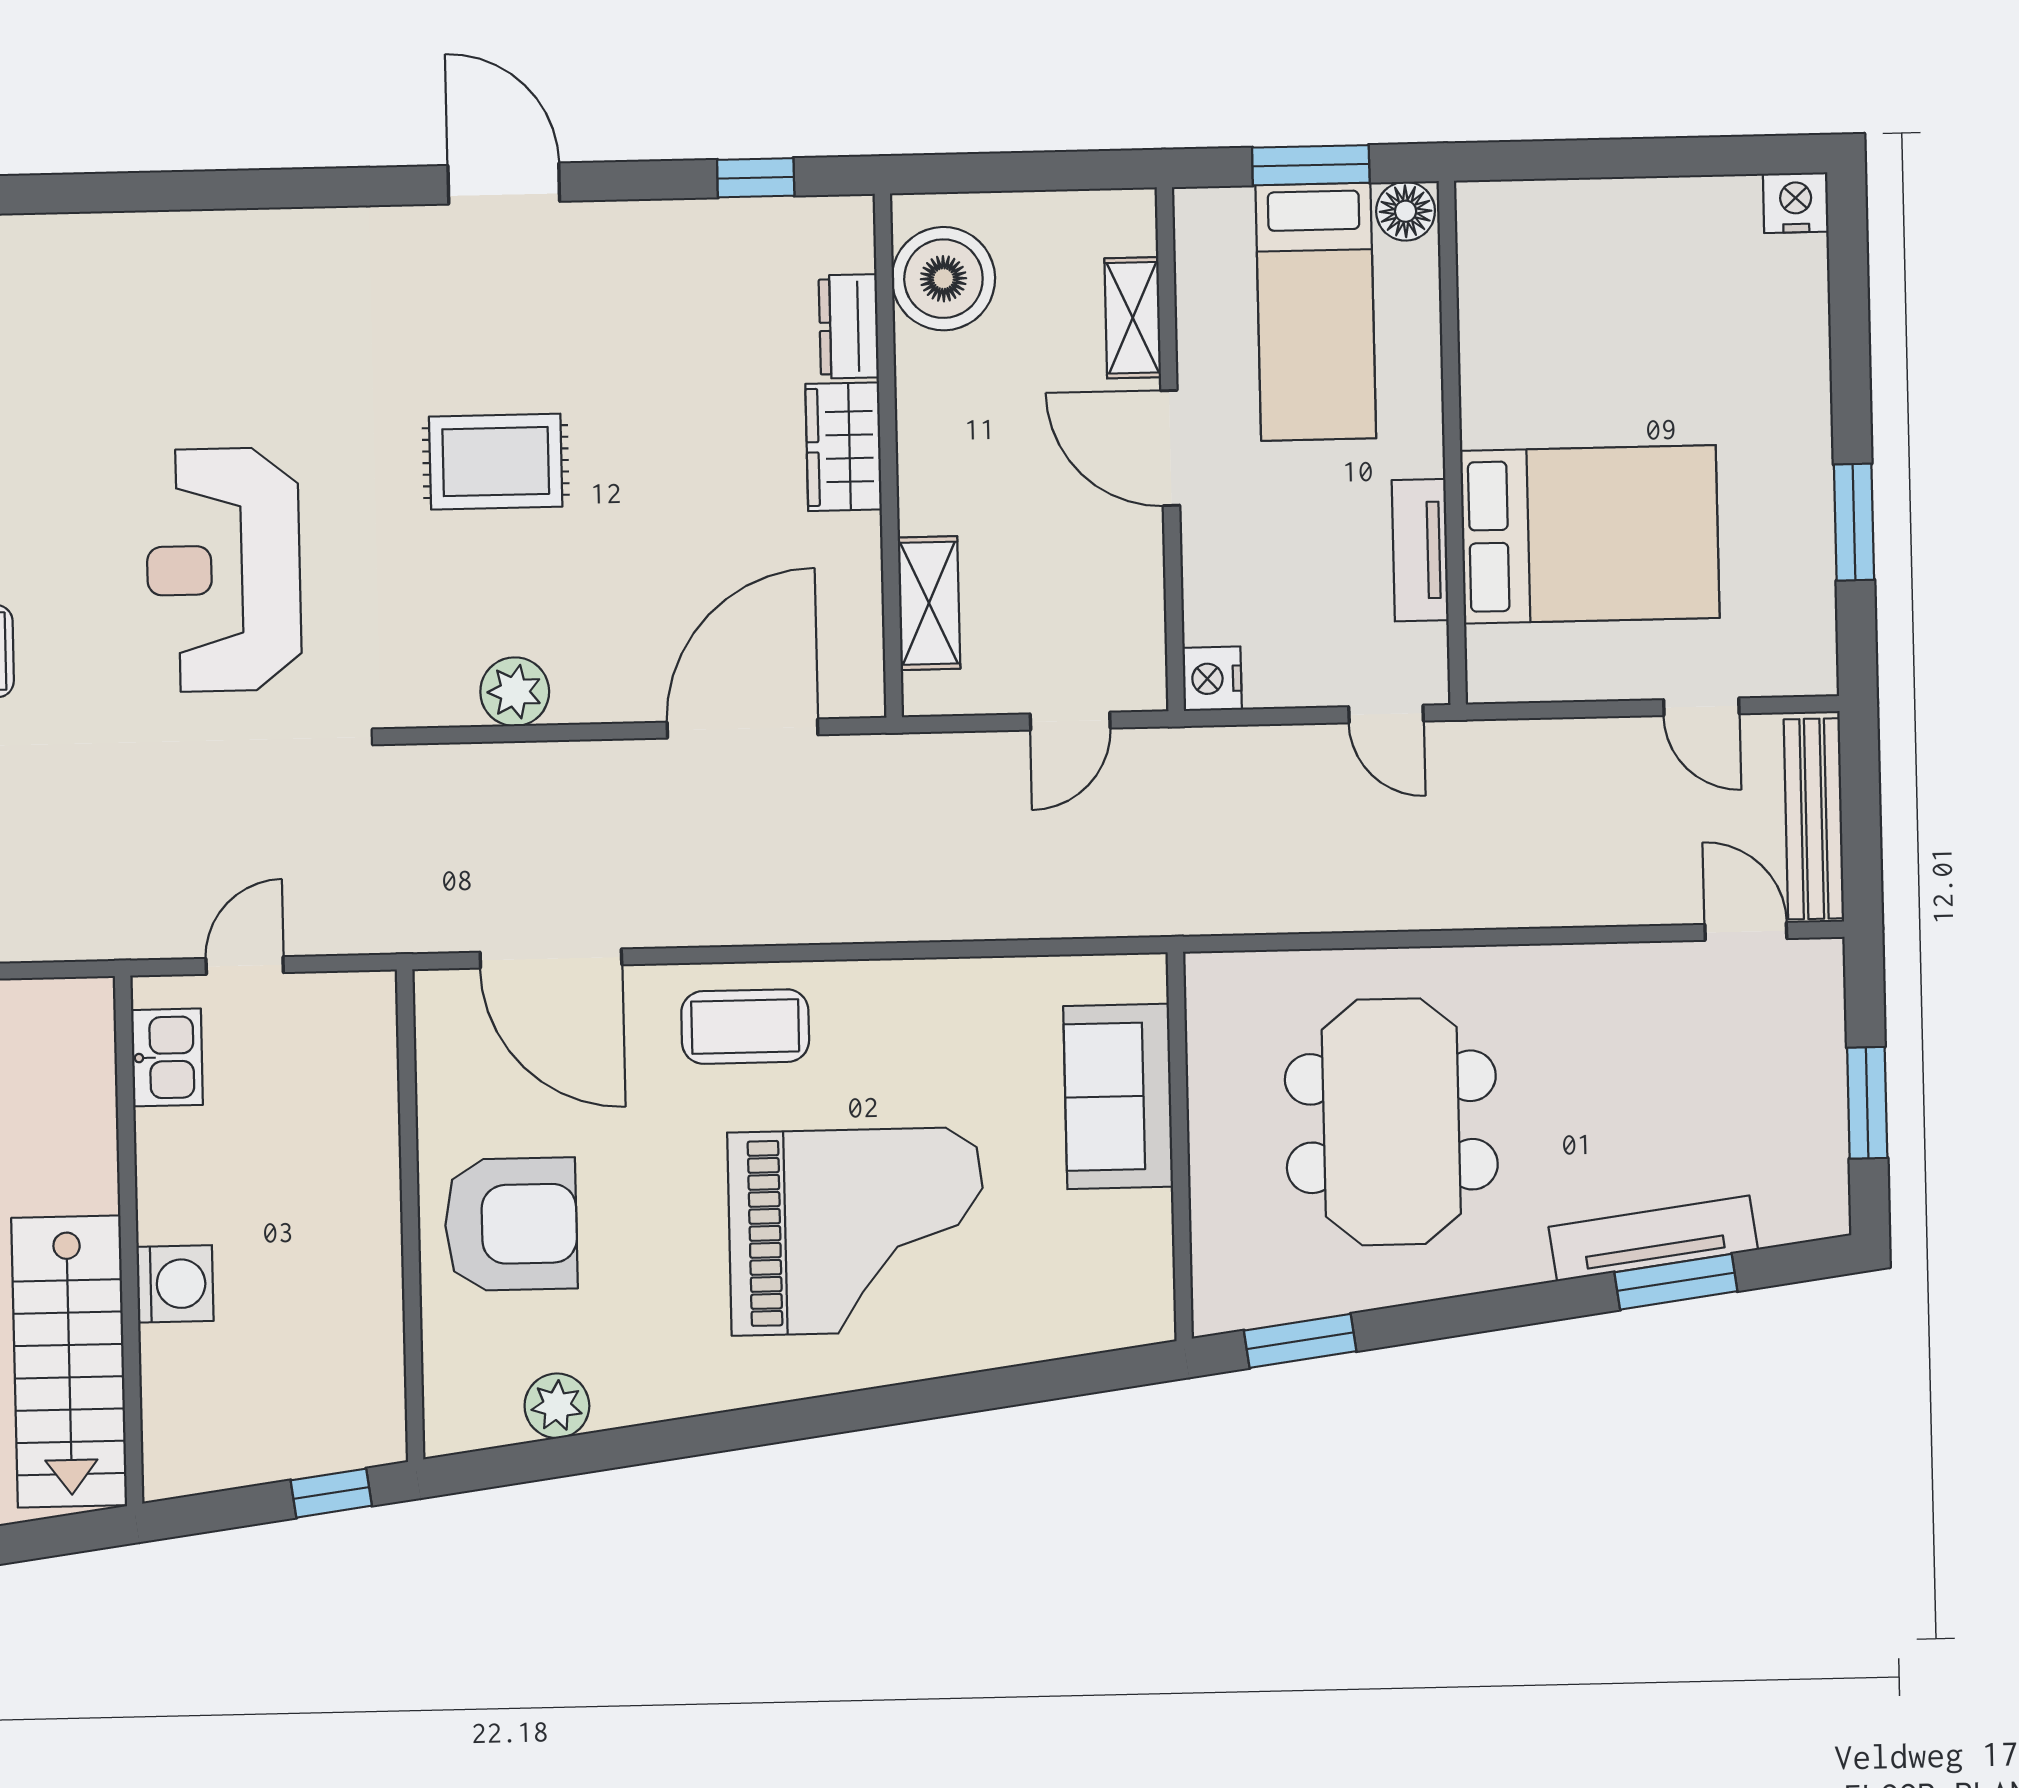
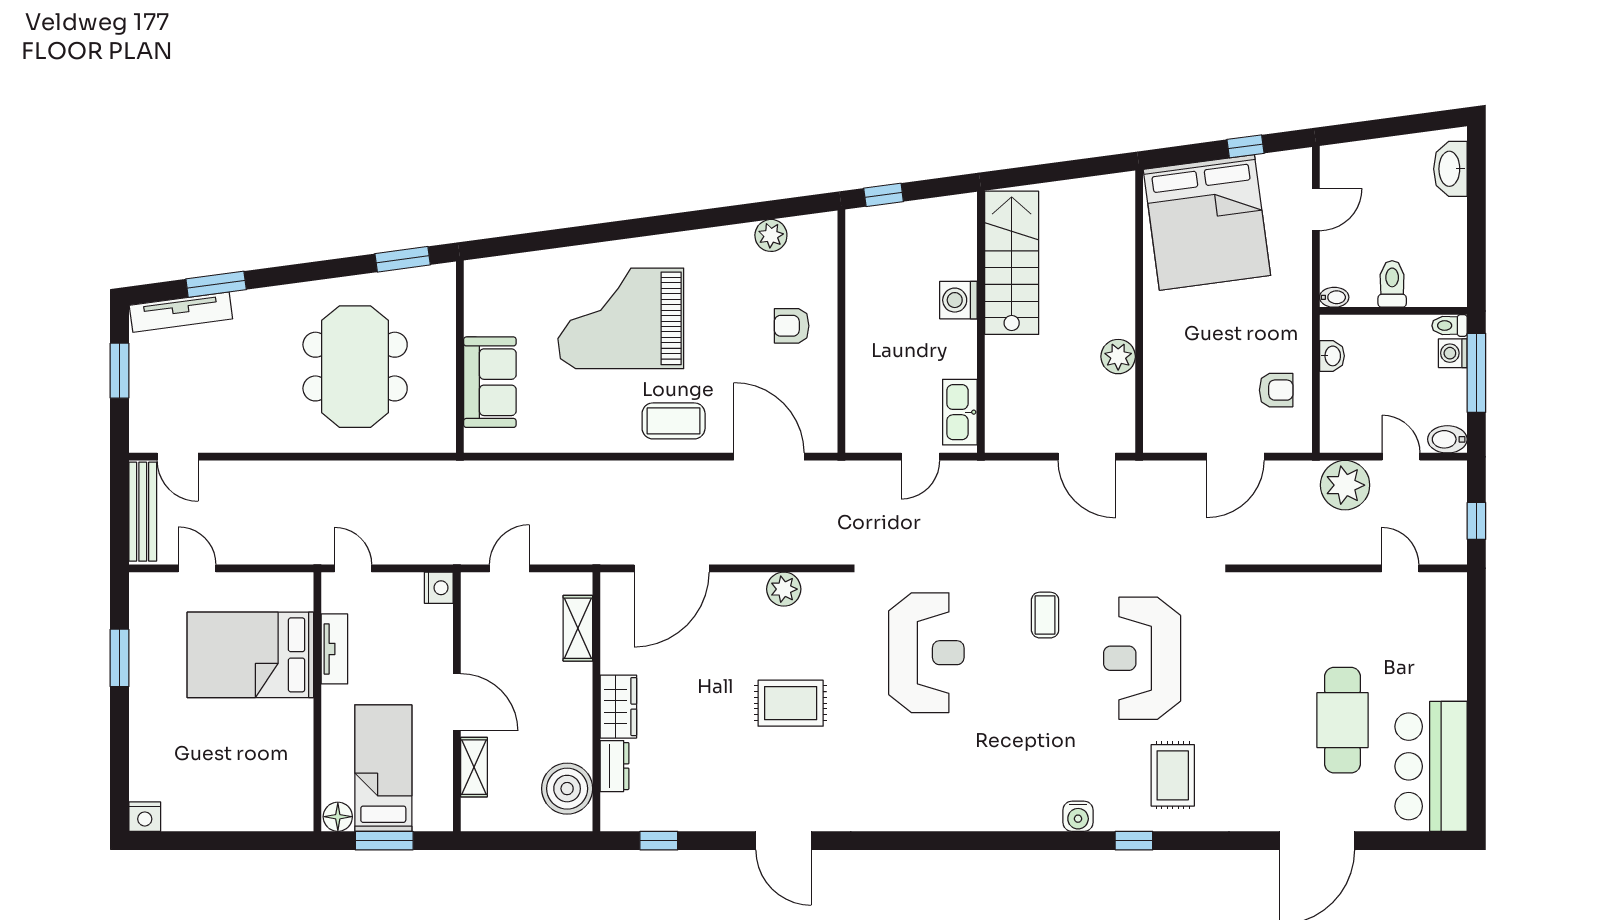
kitchen sink: (167, 1057) -> (960, 412), width x1.38
armchair: (511, 1224) -> (792, 326), width x0.53, depth x0.53
tv unit: (1653, 1238) -> (181, 312), moved

